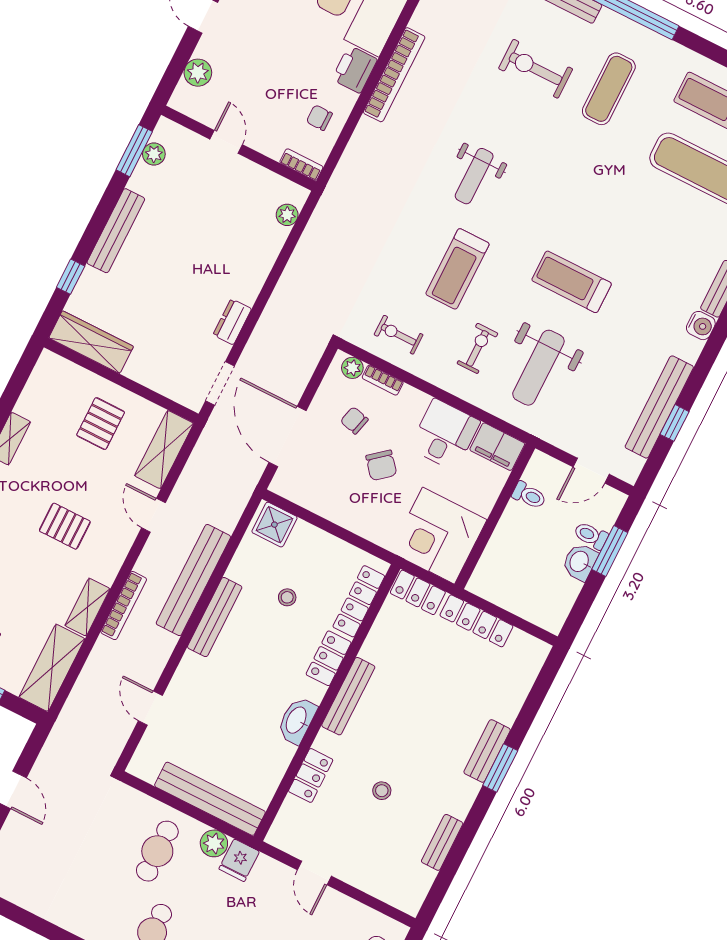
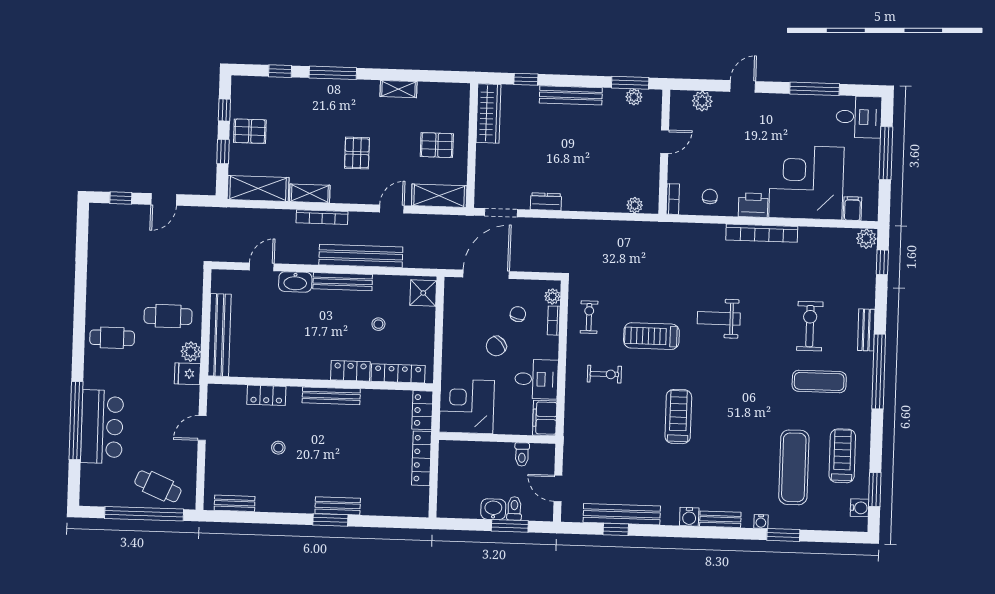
weight bench: (538, 368) -> (610, 421), removed
washbasin: (297, 720) -> (295, 282), moved, turned 180
bench: (442, 842) -> (235, 503), moved

